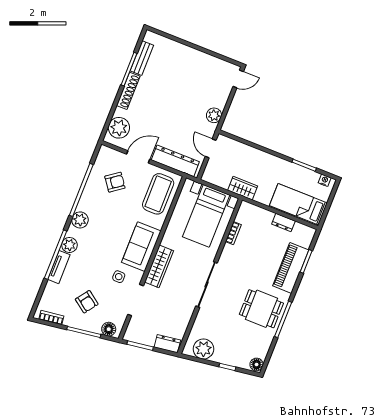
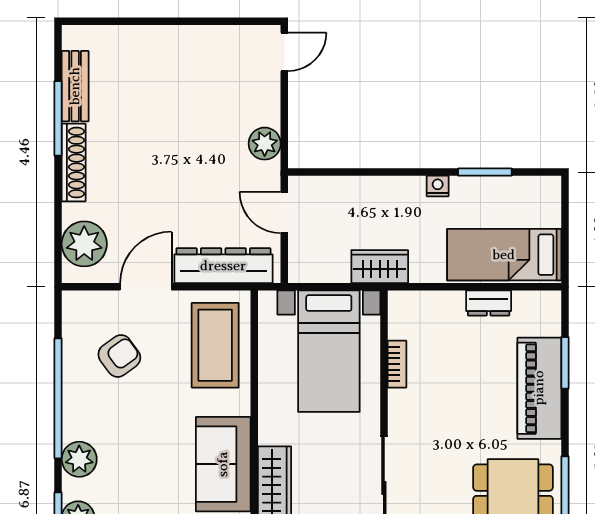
nightstand: (325, 180) -> (438, 186), moved

